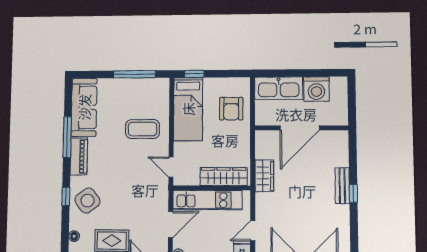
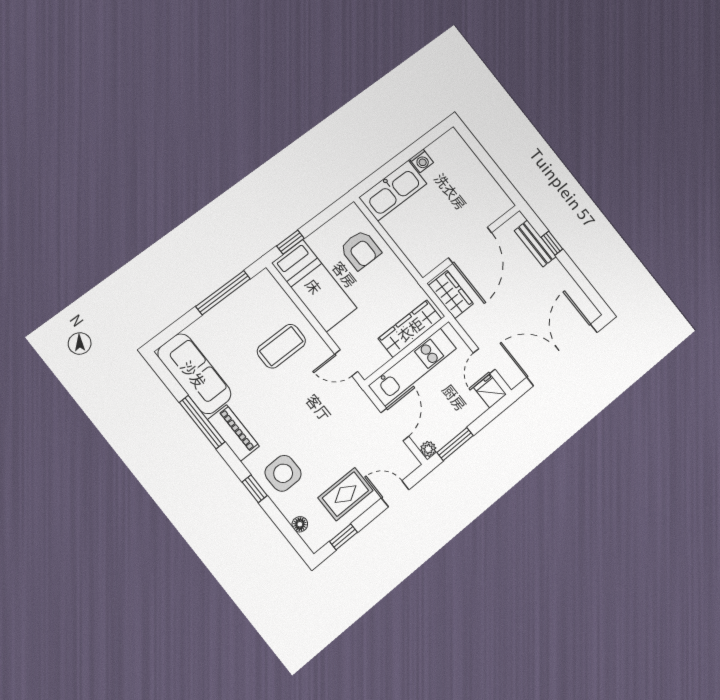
washing machine: (316, 89) -> (422, 161), width x0.53, depth x0.53
door: (300, 128) -> (470, 245), moved
wall: (301, 128) -> (472, 244), moved
side table: (87, 201) -> (283, 473), turned 36

